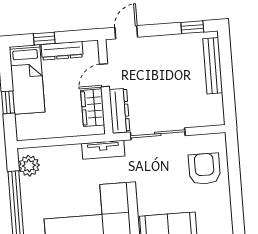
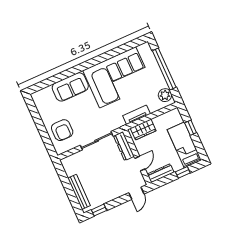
dresser: (62, 51) -> (161, 173), moved
wardrobe: (93, 108) -> (143, 129), moved, turned 90
tv unit: (103, 150) -> (137, 115), moved

